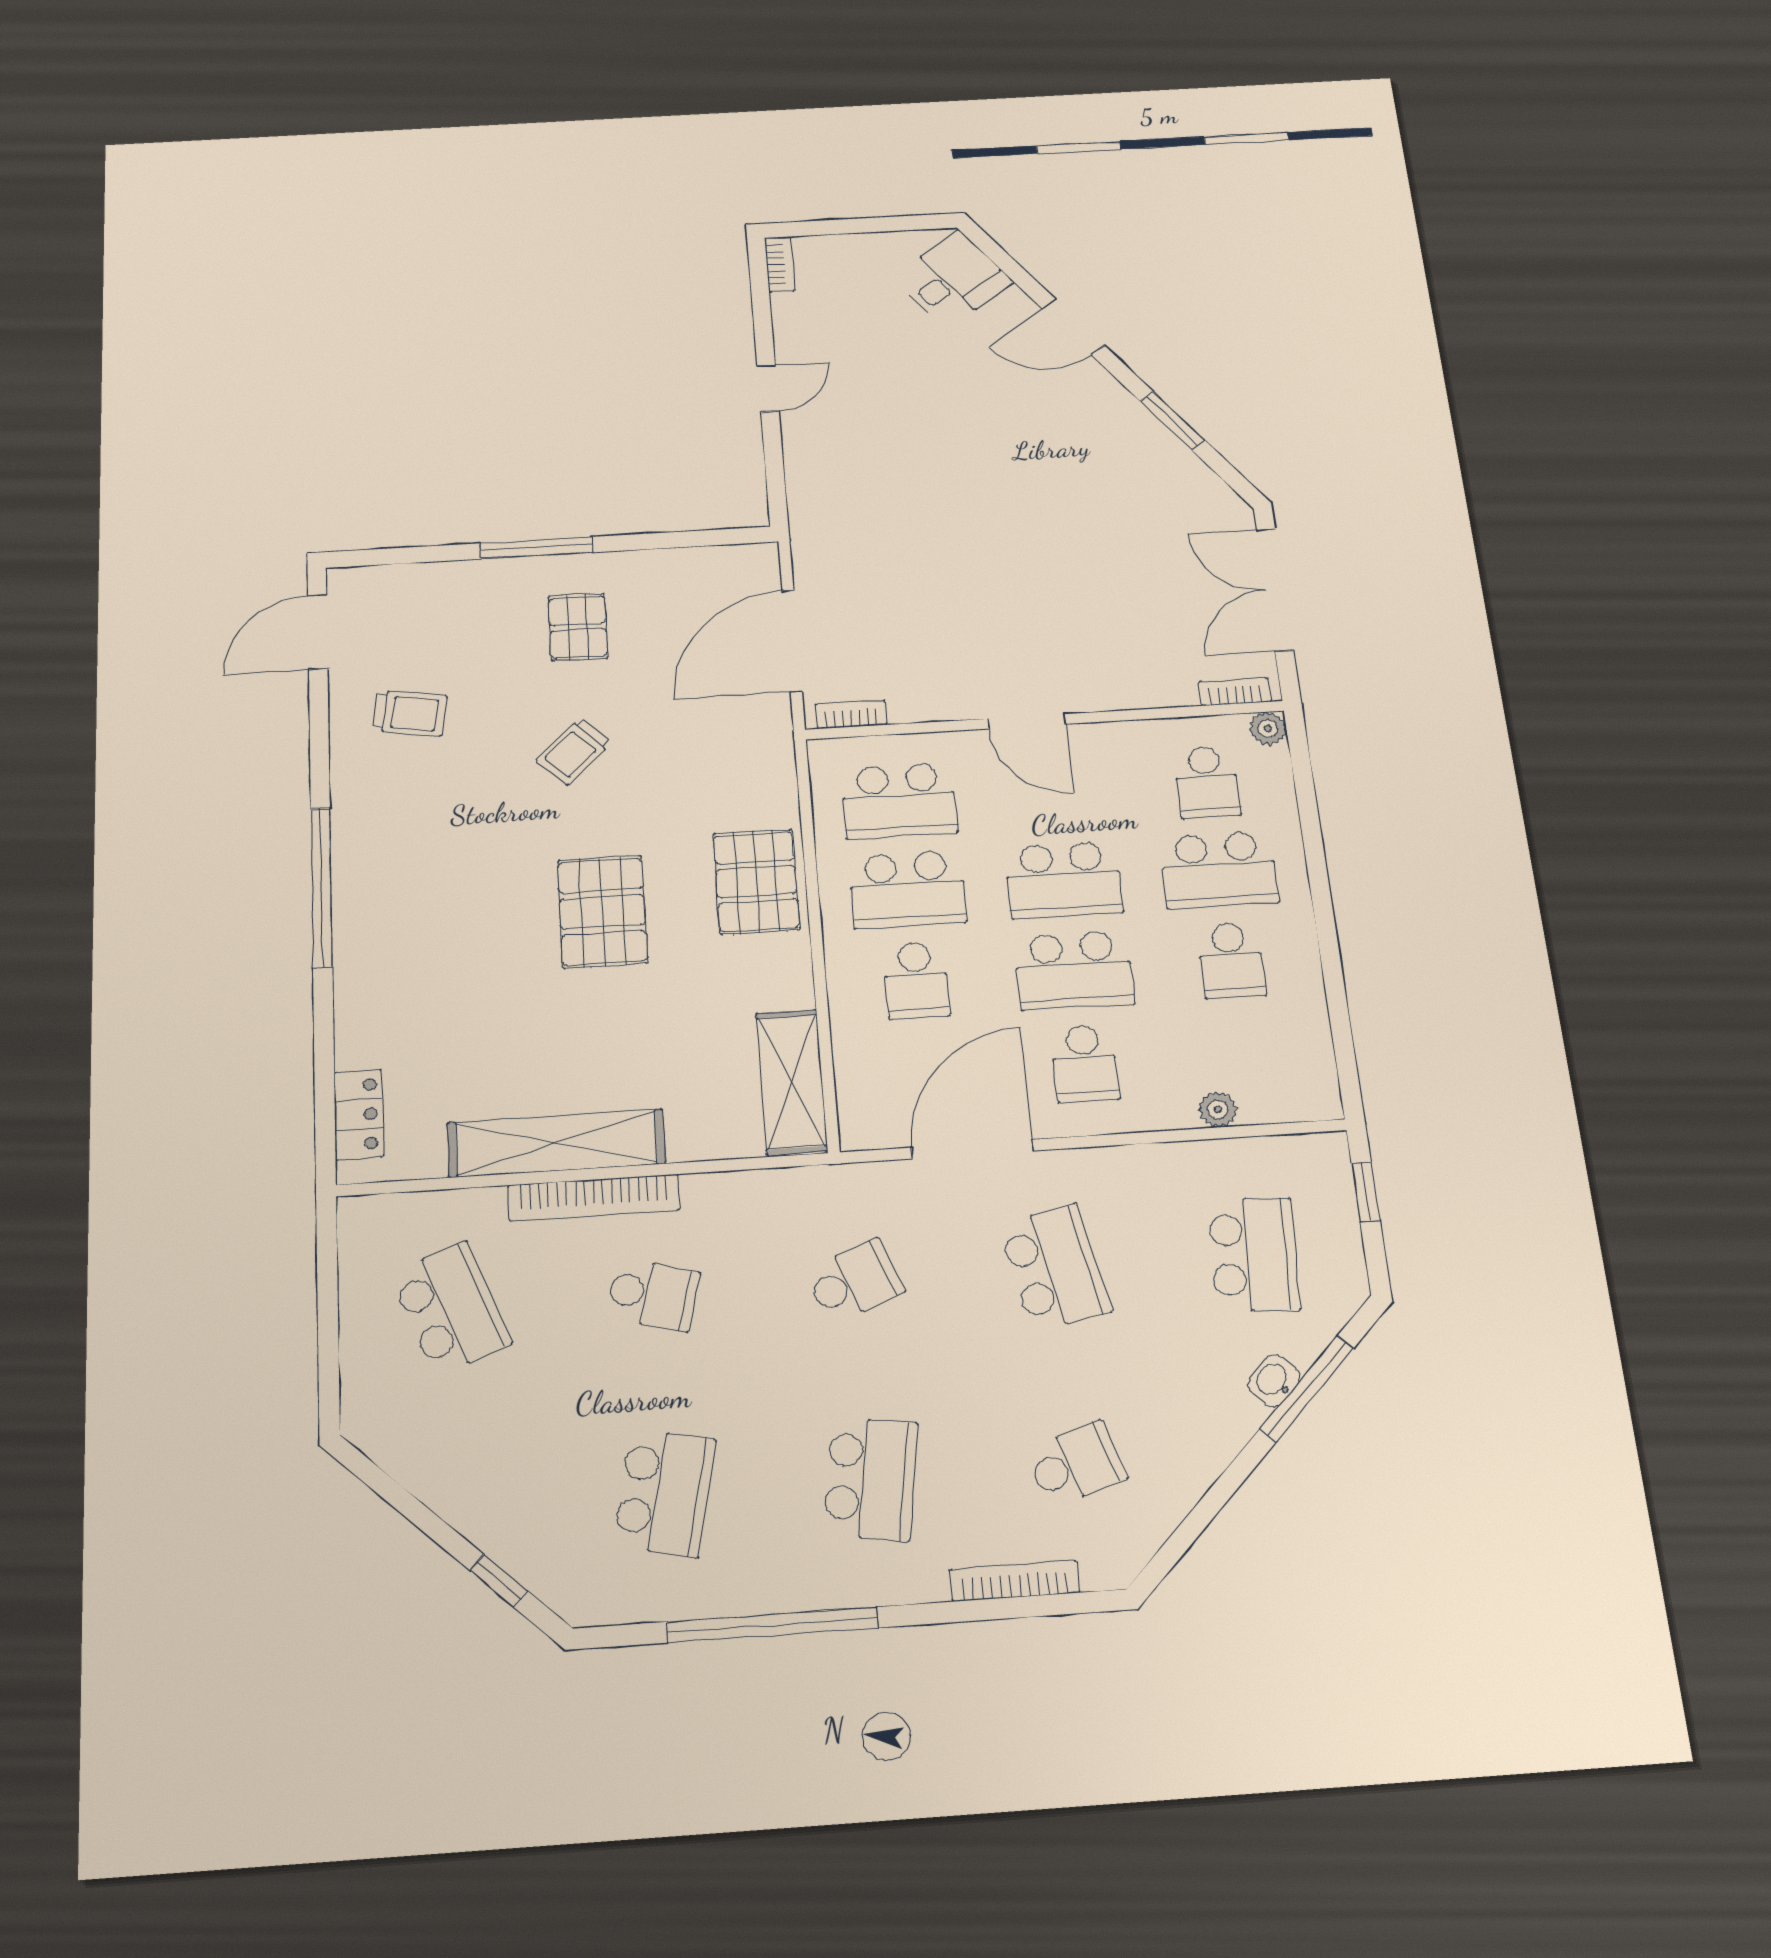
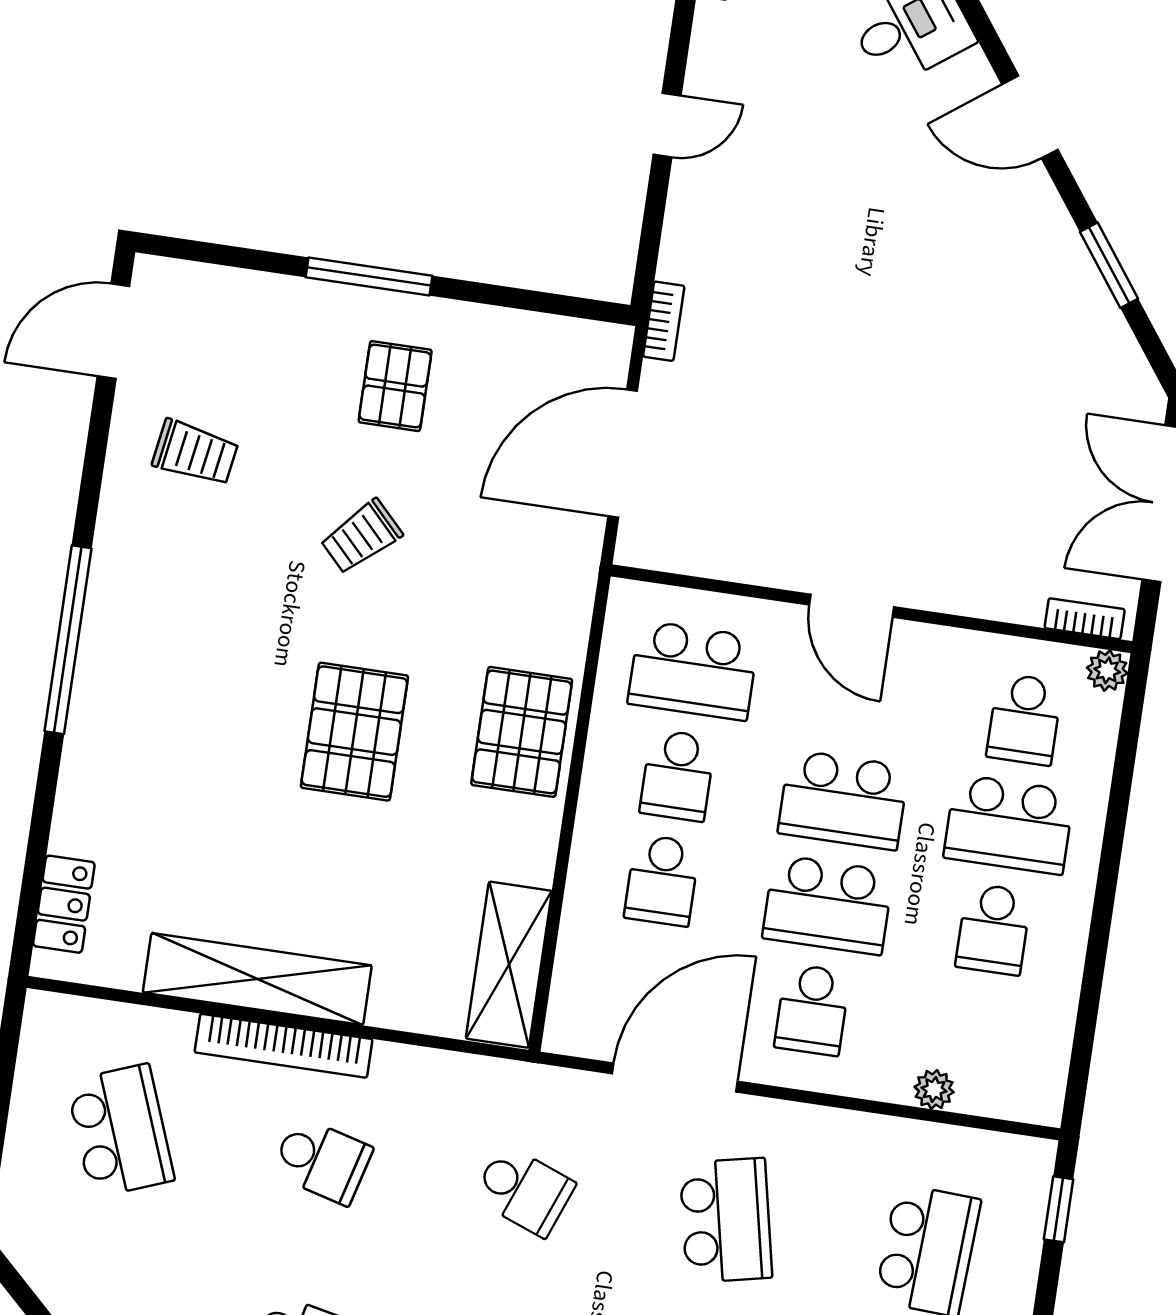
bookcase: (851, 715) -> (664, 321), moved, turned 90
school desk: (908, 889) -> (678, 775), width x0.54
school desk: (854, 1281) -> (524, 1190), turned 42

